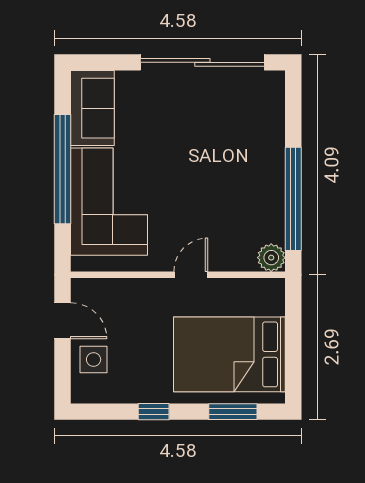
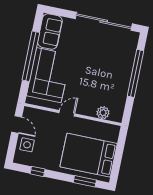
window: (293, 199) -> (135, 73), moved
plant: (271, 258) -> (103, 113), moved
door: (191, 275) -> (67, 113), moved
window: (154, 412) -> (37, 171), moved

